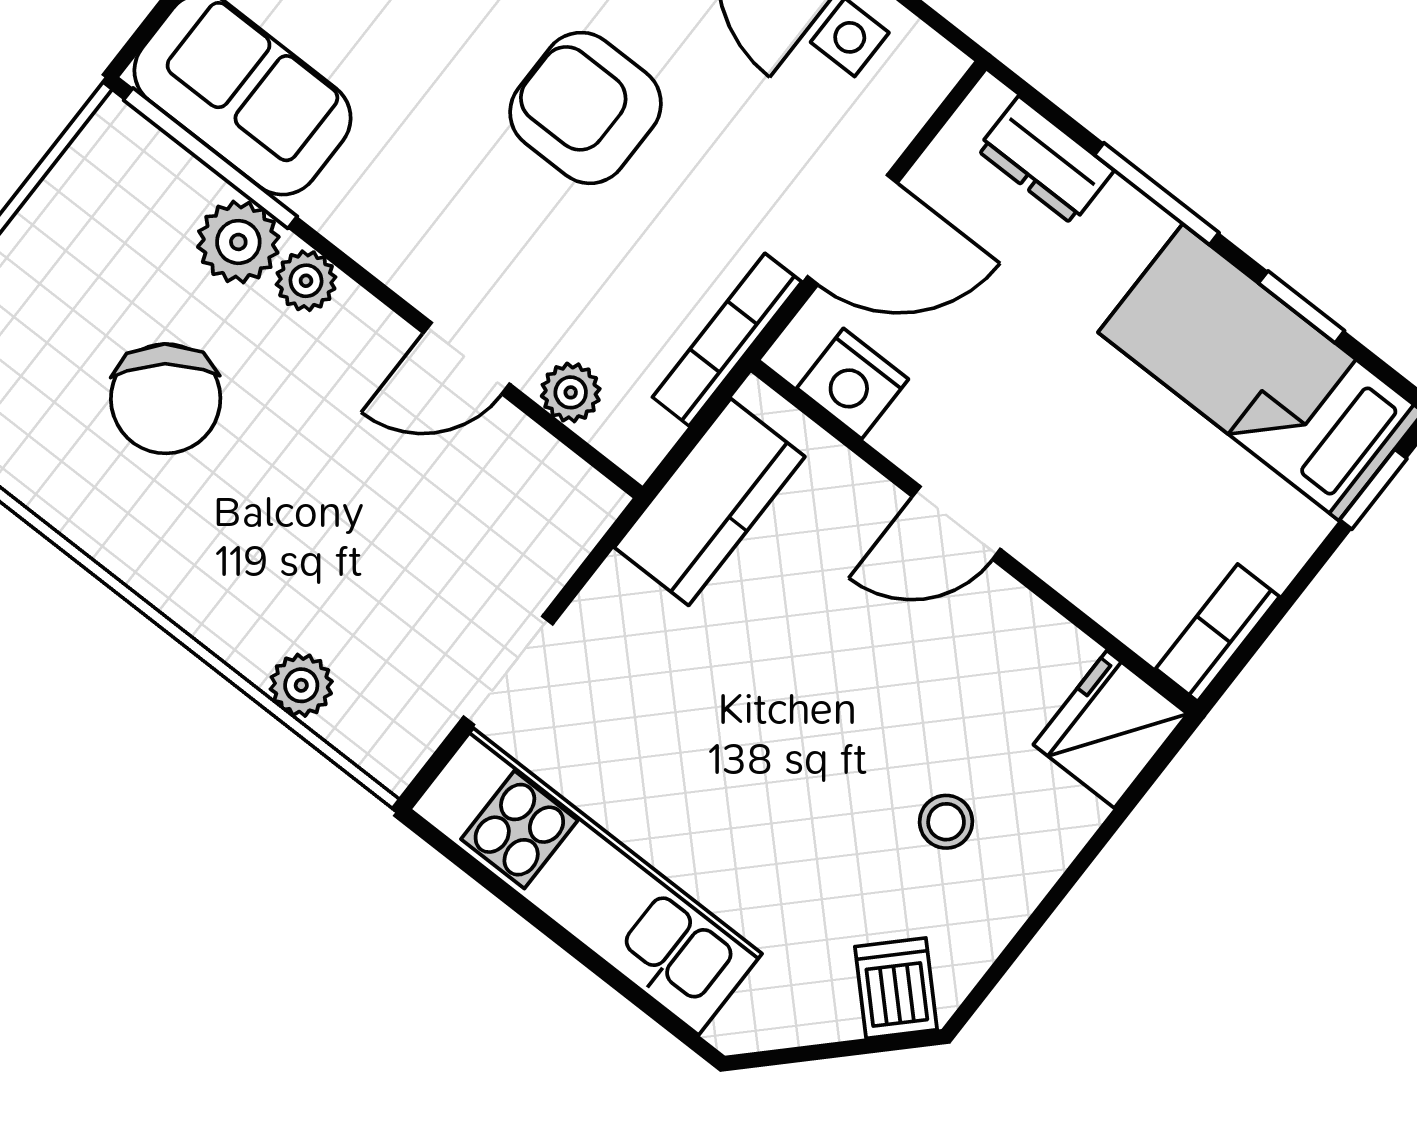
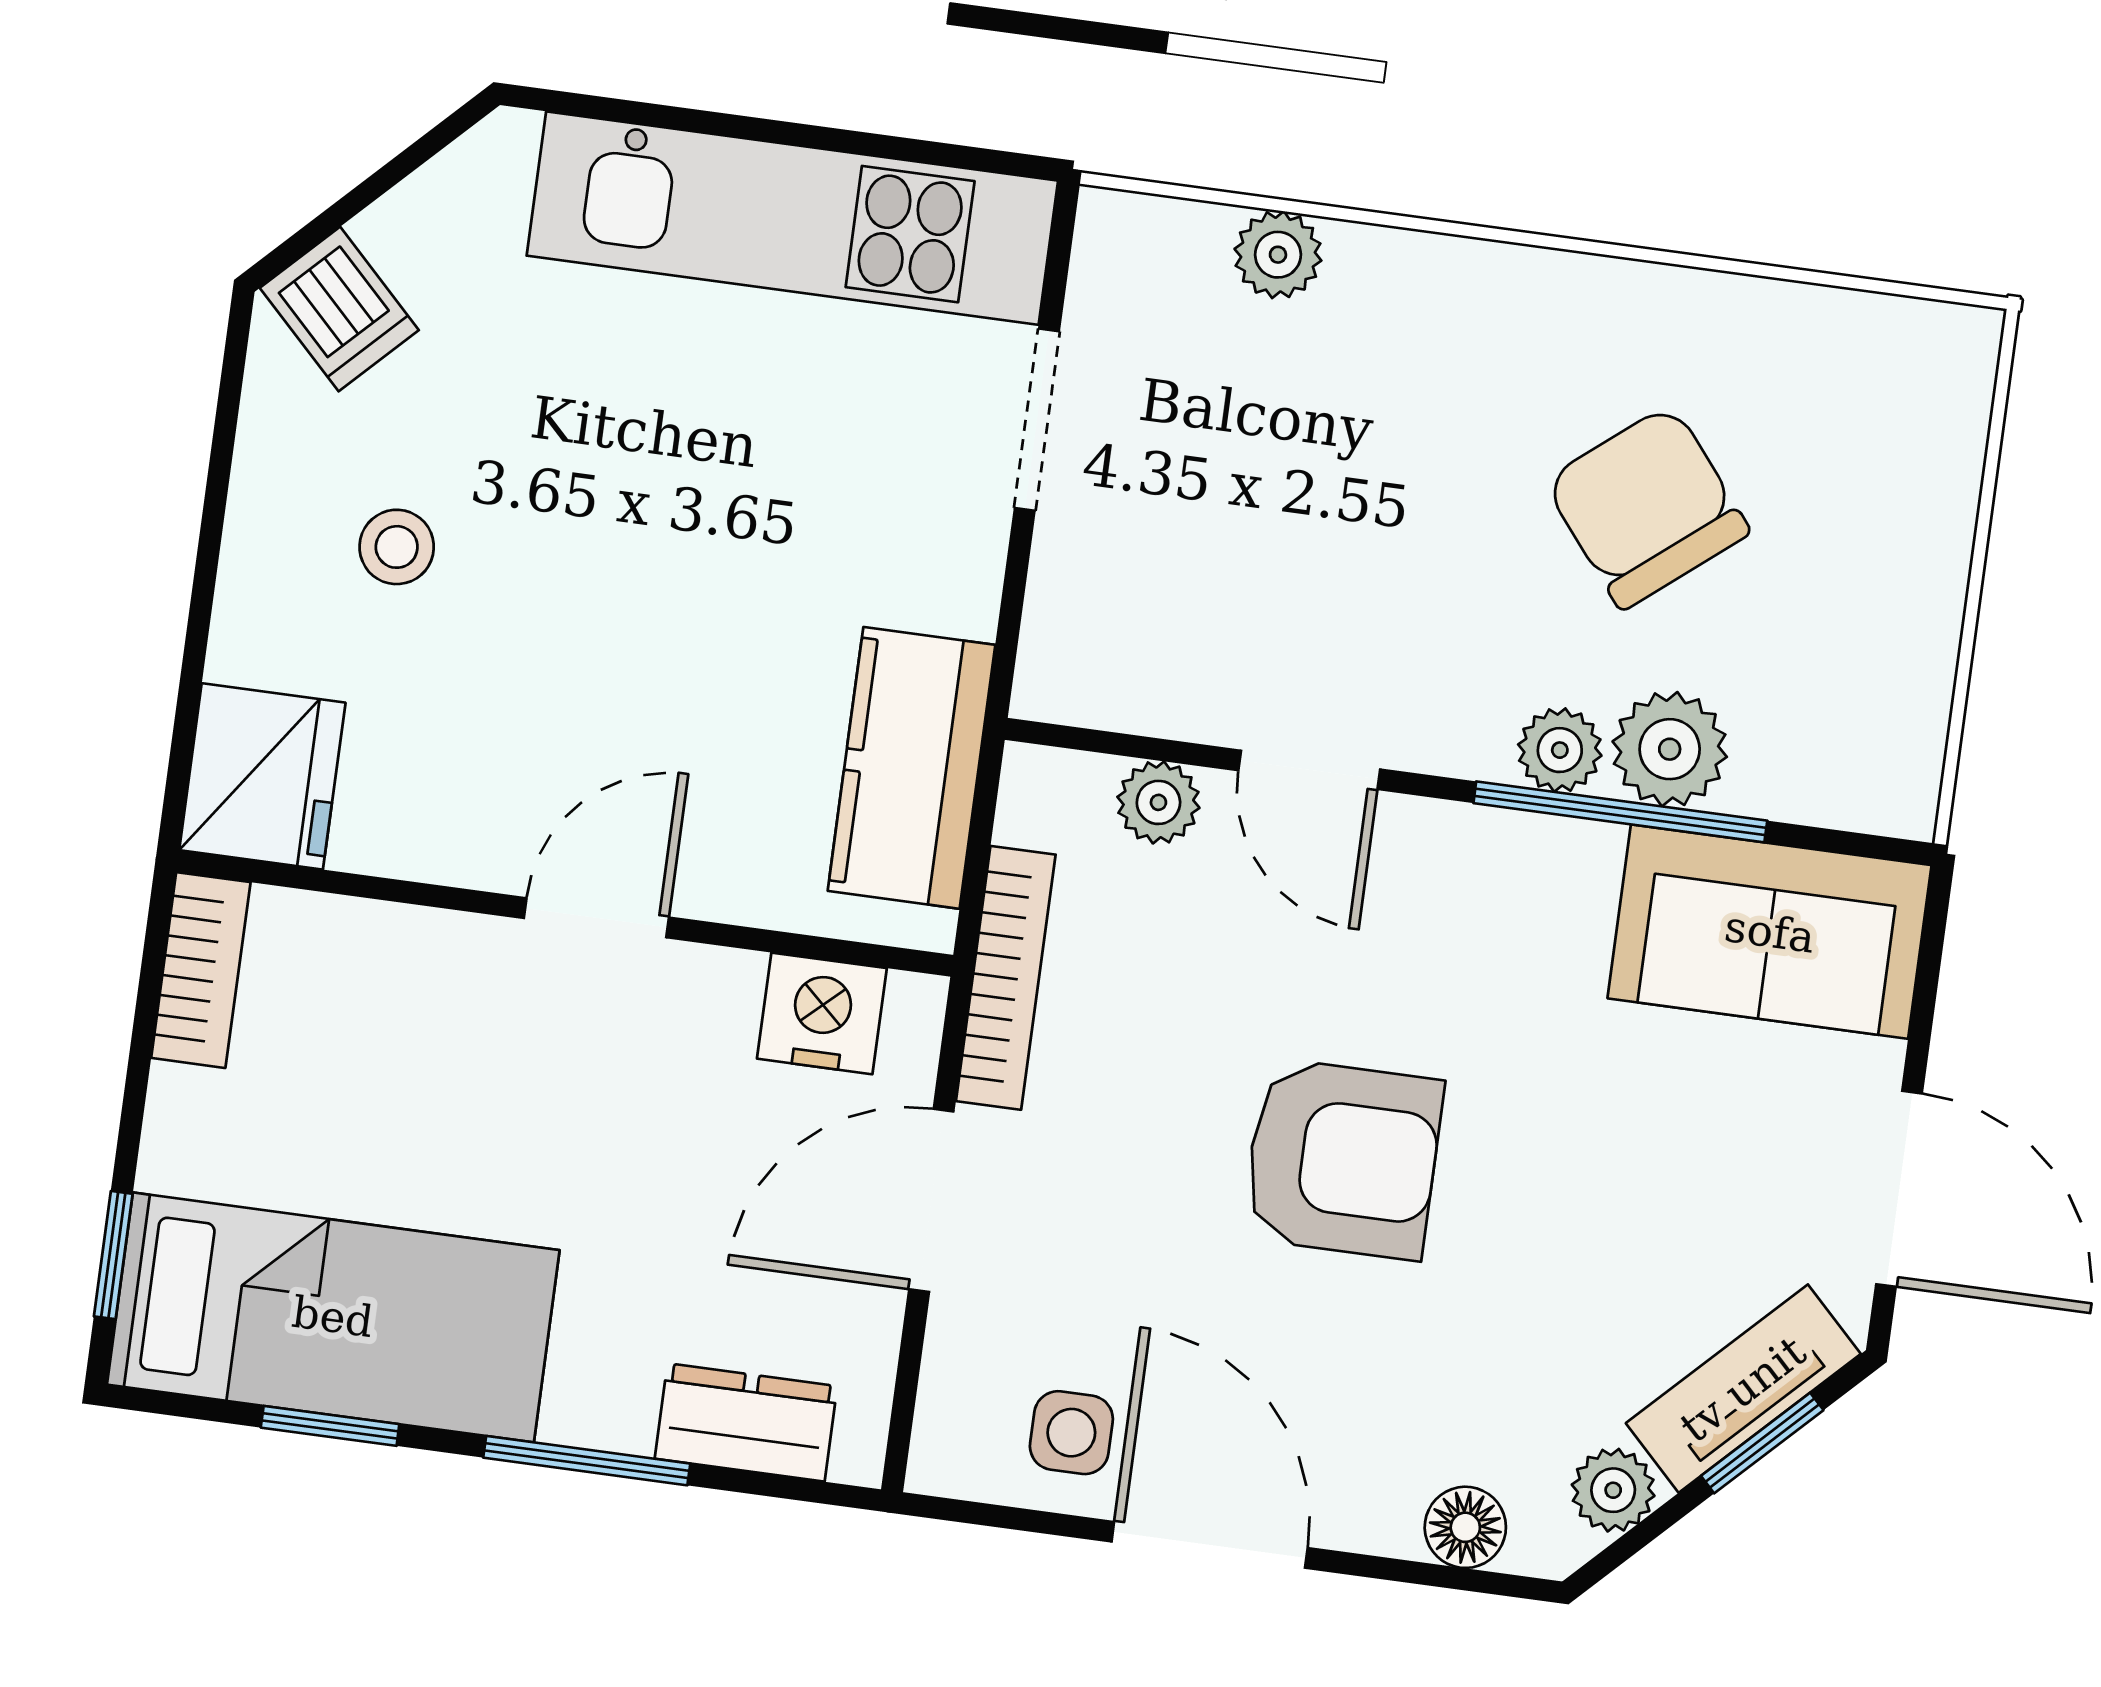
window: (210, 158) -> (1620, 812), moved
door: (467, 358) -> (1309, 770), swing flipped

